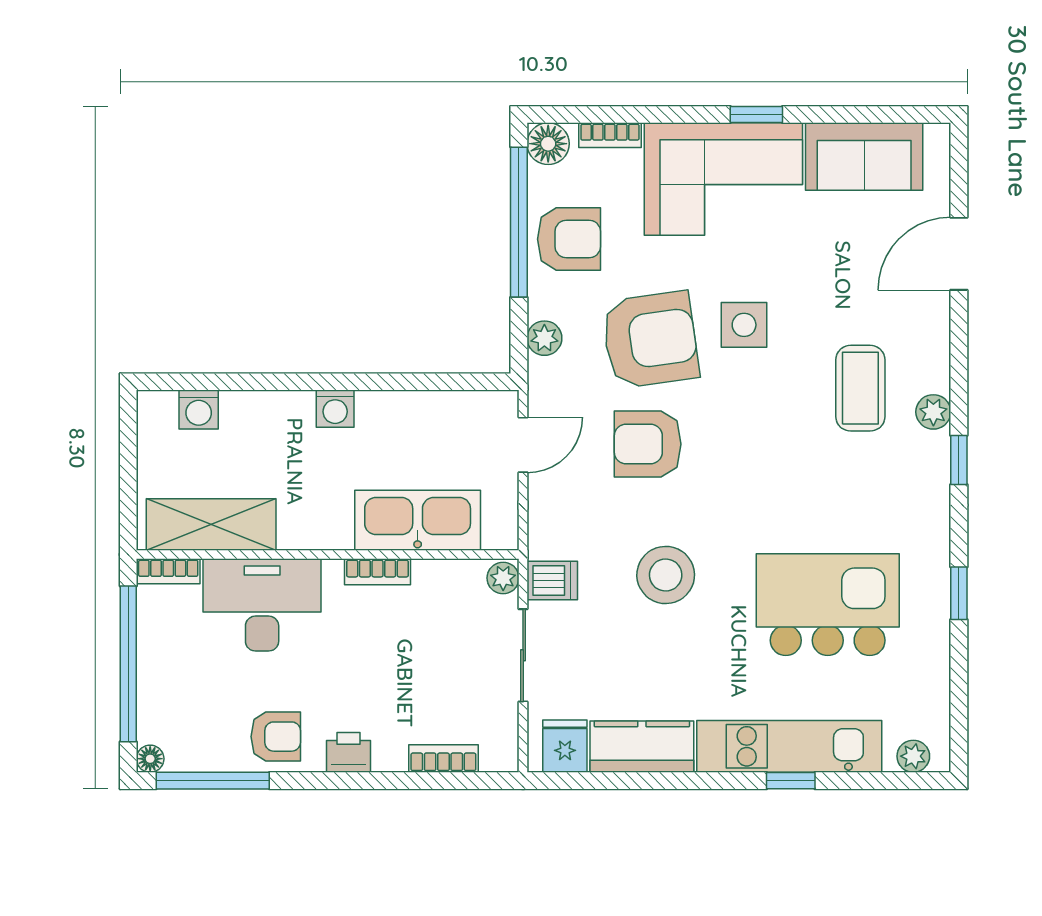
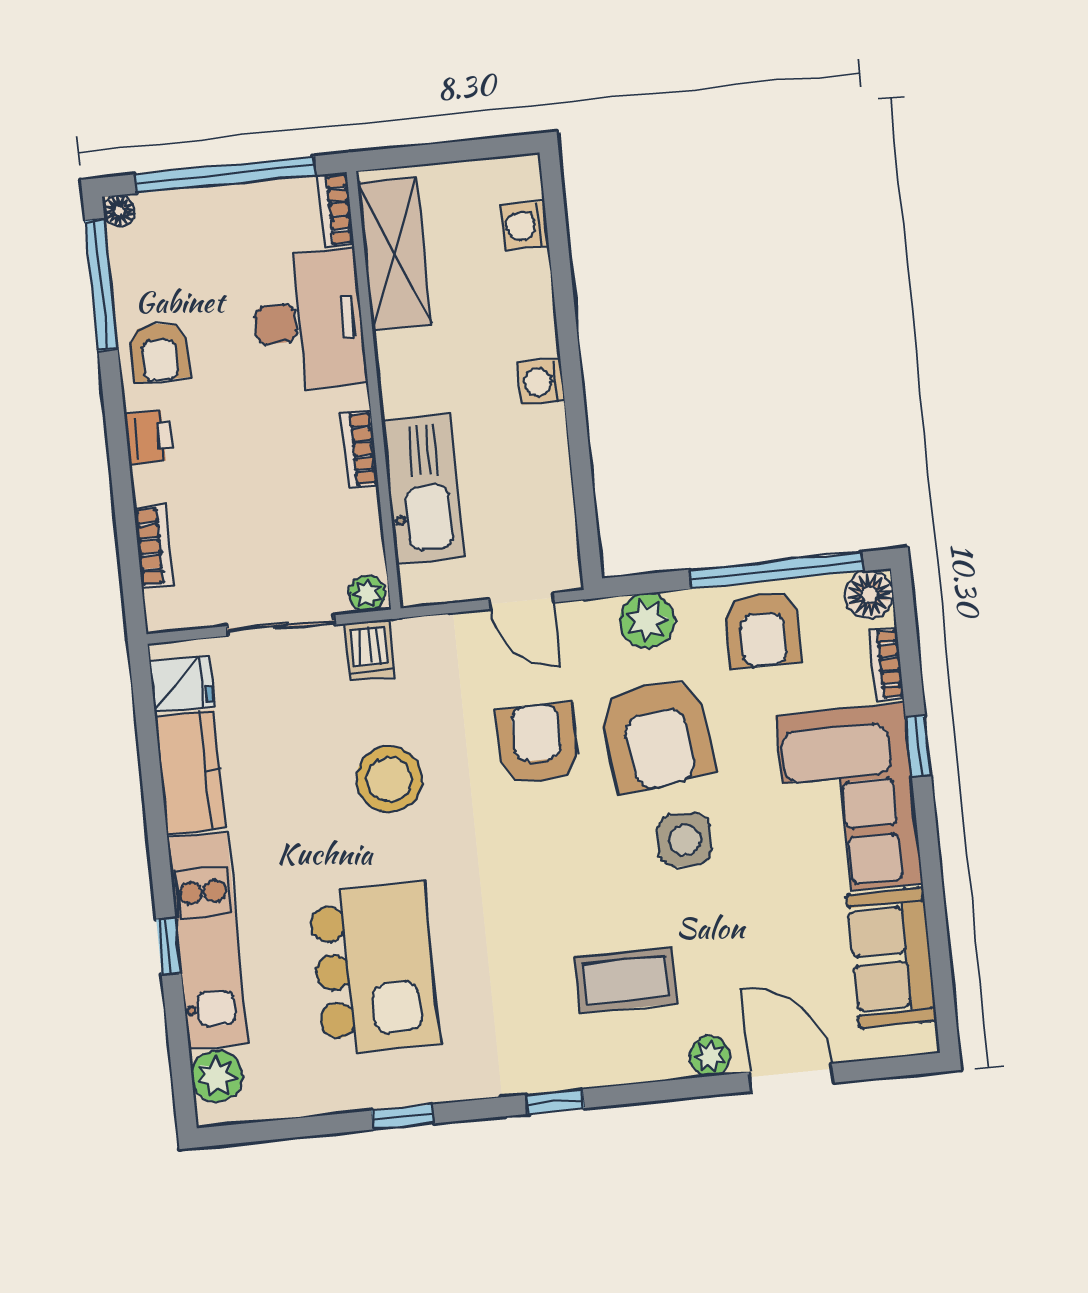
window: (756, 114) -> (918, 746), moved
plant: (544, 338) -> (647, 621), width x1.38, depth x1.38
plant: (933, 412) -> (710, 1056), moved
plant: (913, 756) -> (217, 1076), width x1.38, depth x1.38

